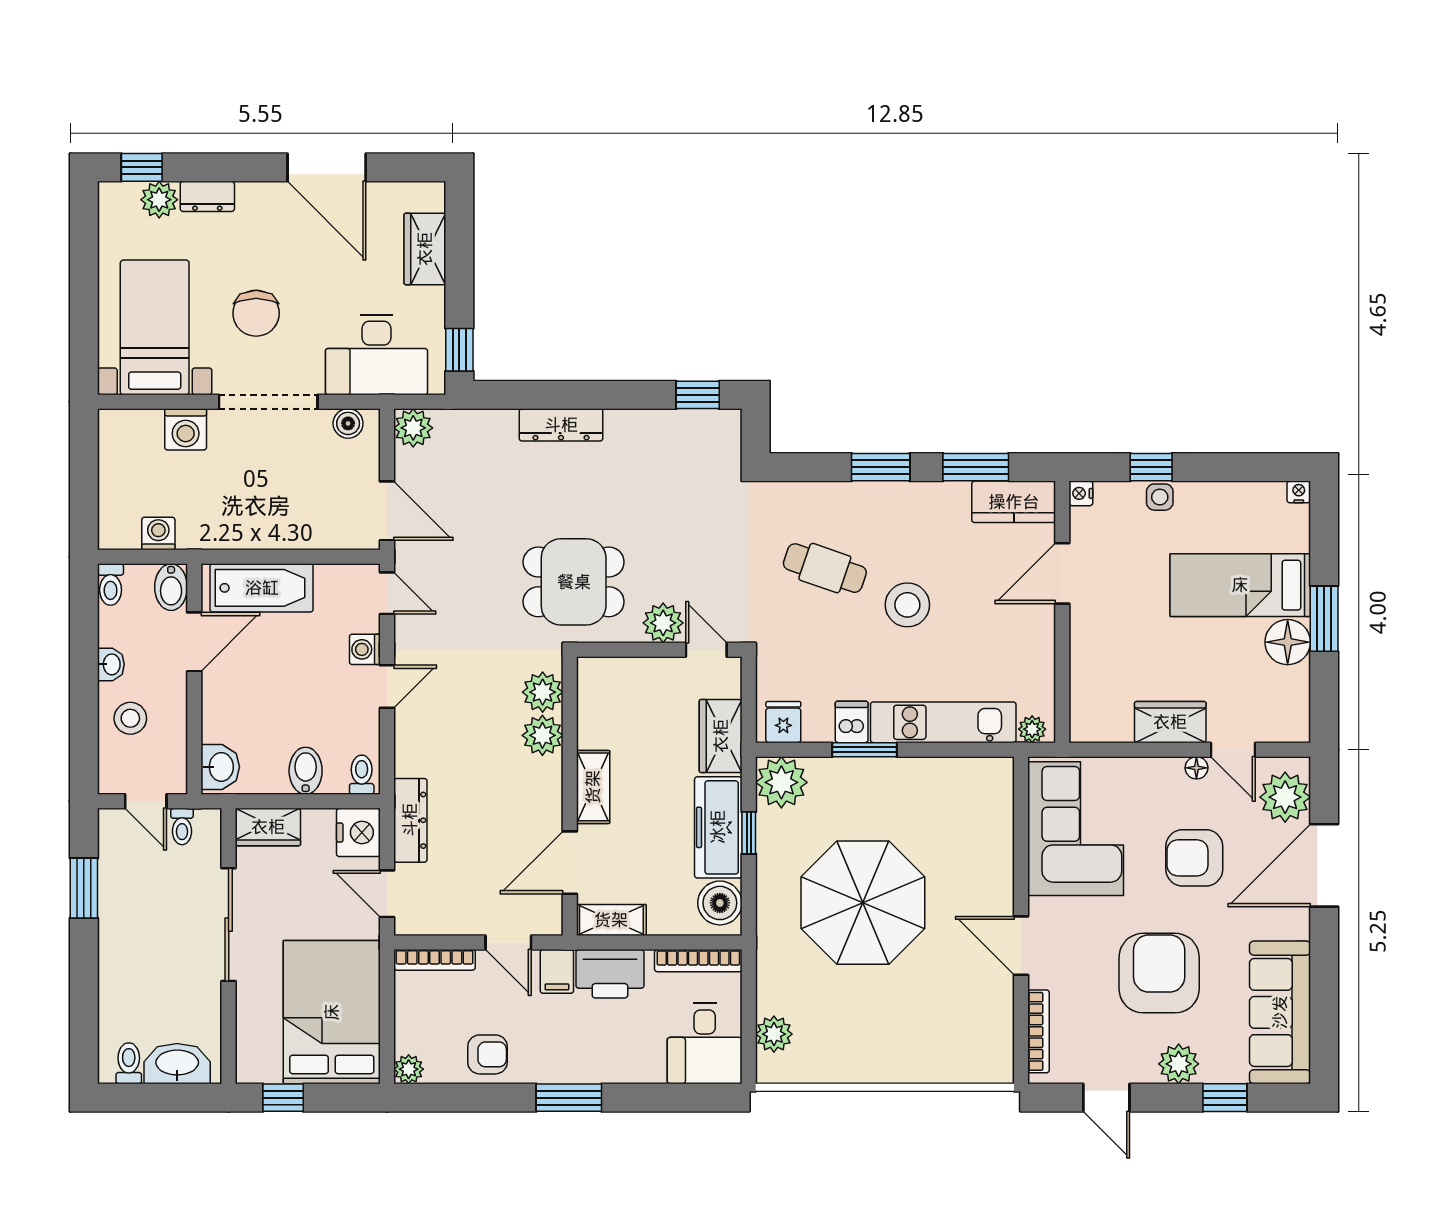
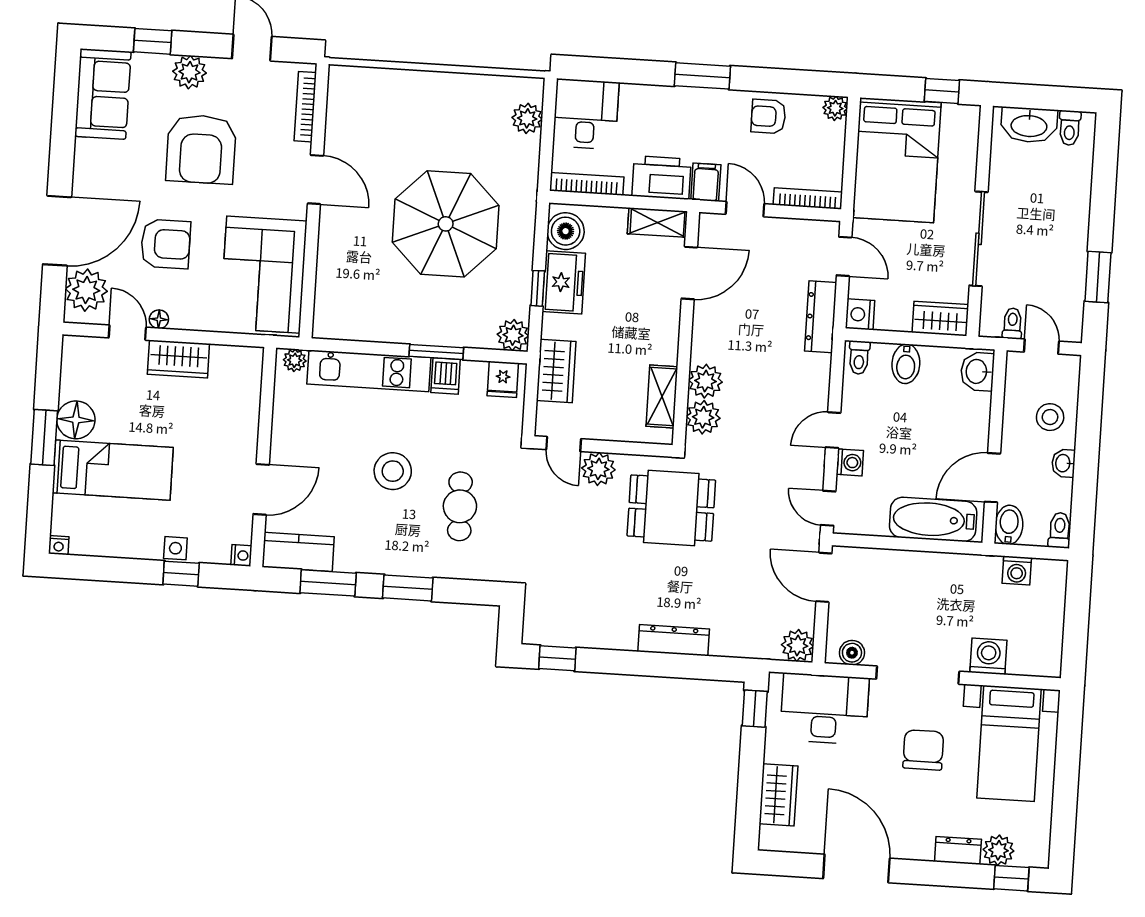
cafe table: (825, 568) -> (460, 506), turned 69
plant: (781, 782) -> (513, 335), width x0.73, depth x0.73
shelving: (593, 787) -> (662, 397), moved
freezer: (718, 827) -> (564, 282), width x0.71
nightstand: (358, 832) -> (860, 314), width x0.74, depth x0.75
sofa: (1280, 1012) -> (103, 94), width x0.73

